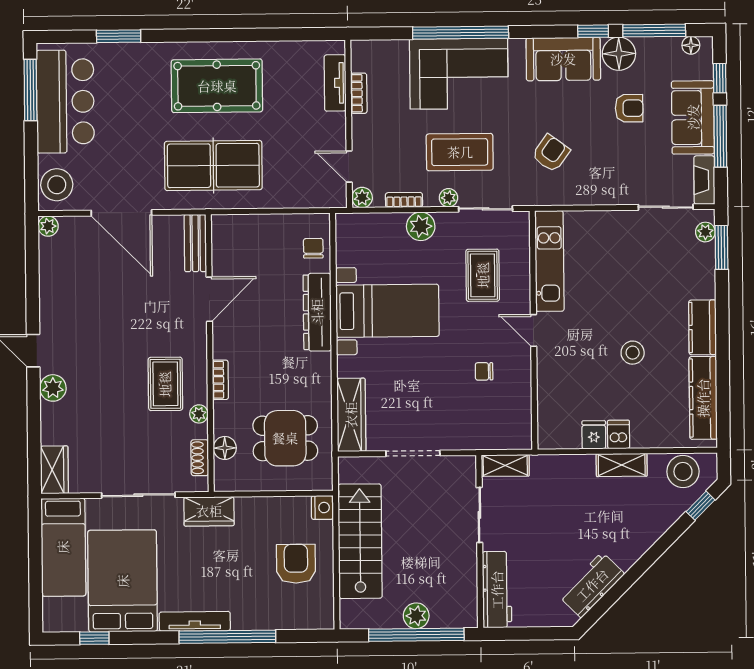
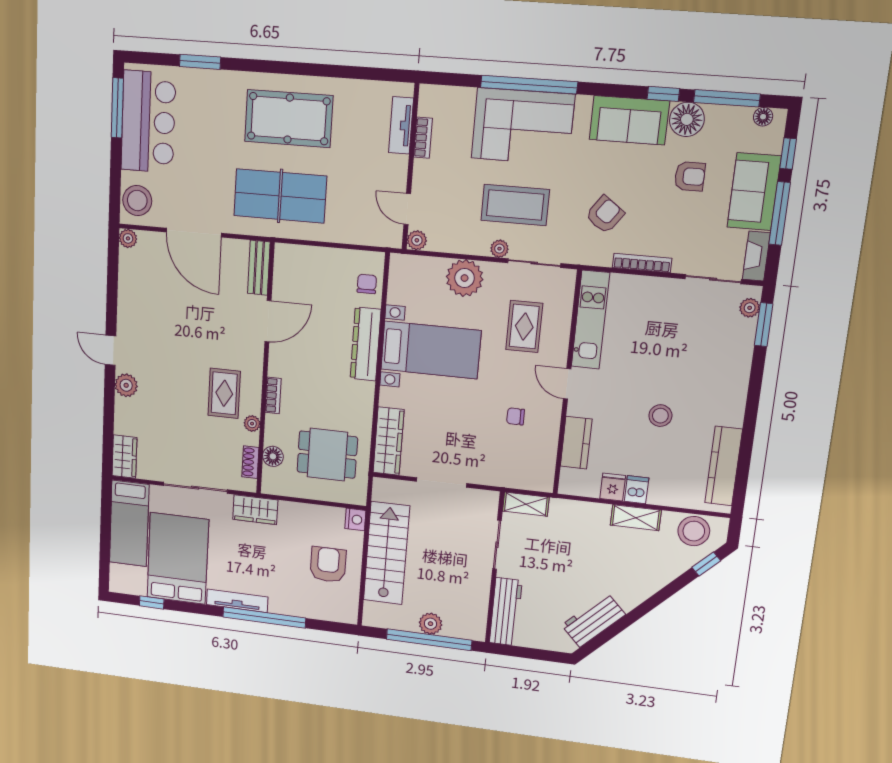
bookcase: (404, 200) -> (642, 263), moved, width x1.56
plant: (421, 226) -> (465, 278), width x1.36, depth x1.36
kitchen counter: (703, 327) -> (576, 443), moved, turned 180

